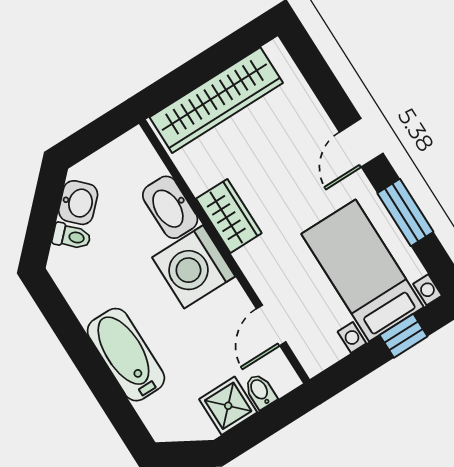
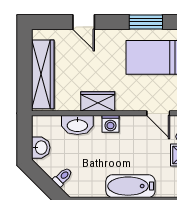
door: (361, 143) -> (84, 22), moved
washbasin: (78, 203) -> (41, 148), moved, turned 45
washing machine: (194, 267) -> (110, 124), width x0.53, depth x0.53

